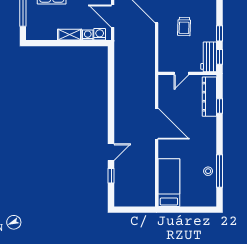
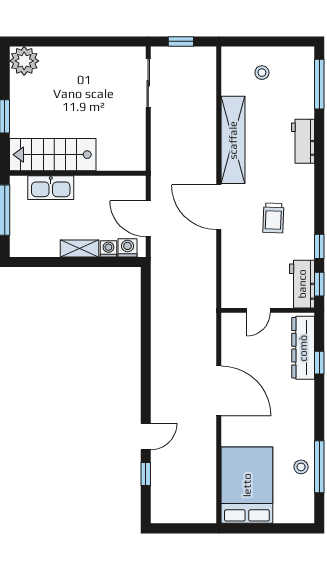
trolley: (184, 26) -> (273, 218), moved
bed: (169, 183) -> (247, 485), width x1.50

